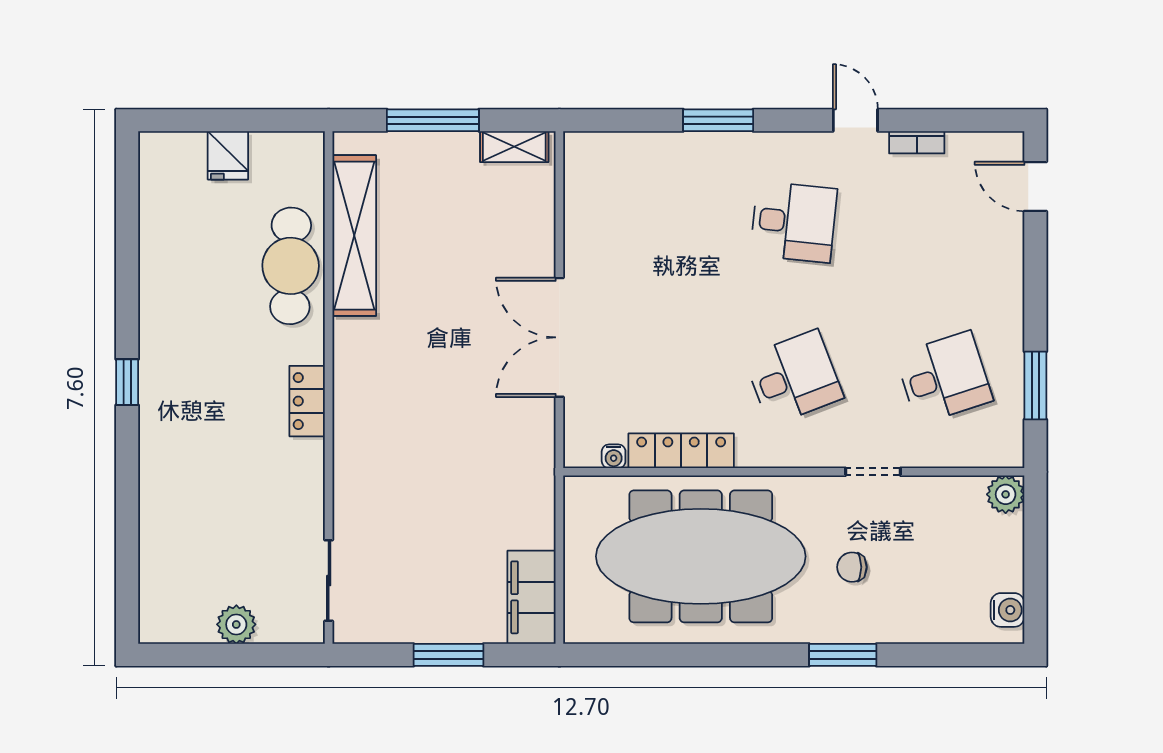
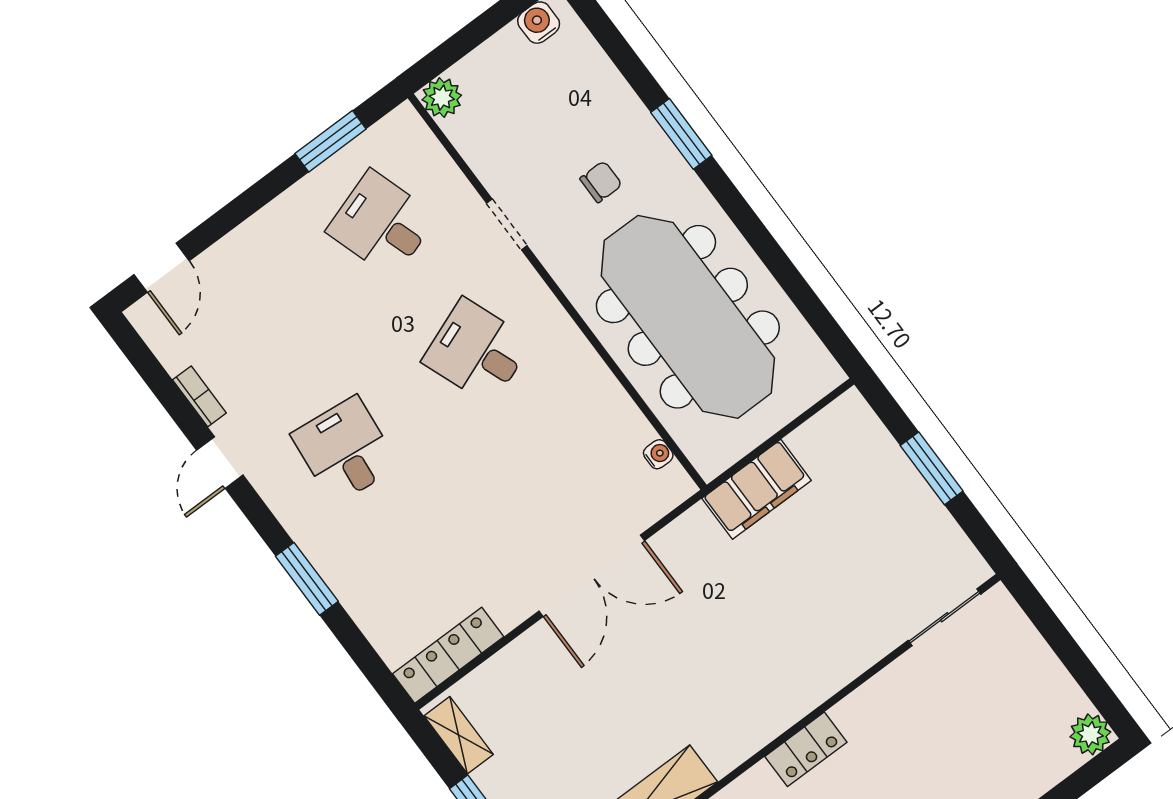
locker: (681, 451) -> (448, 655), moved, turned 90
chair: (852, 567) -> (601, 182), turned -90
filing cabinet: (531, 597) -> (757, 489), moved
plant: (236, 624) -> (1090, 734), moved

